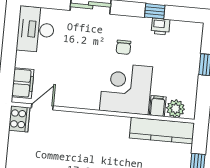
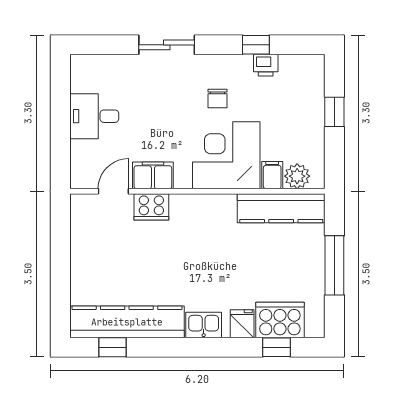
desk: (36, 29) -> (94, 116), moved, width x0.73
filing cabinet: (23, 83) -> (153, 175), moved, turned -90
cooker: (19, 119) -> (151, 207), moved, turned 90

